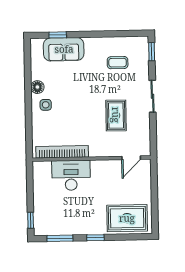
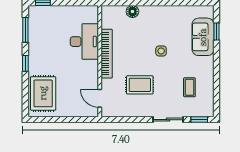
floor lamp: (37, 87) -> (132, 12), moved
sliding door: (152, 96) -> (168, 120), moved
side table: (46, 105) -> (161, 51), moved
bookcase: (62, 152) -> (107, 54), moved

